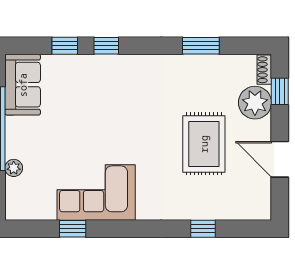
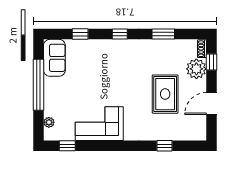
window: (106, 46) -> (120, 34), moved
door: (280, 159) -> (212, 103), hinge flipped
plant: (14, 168) -> (49, 122), moved
window: (73, 229) -> (67, 146), moved

